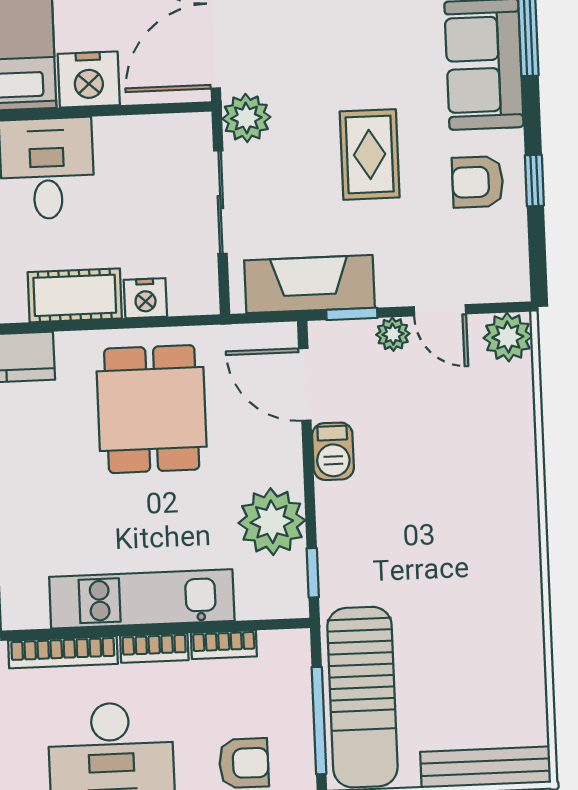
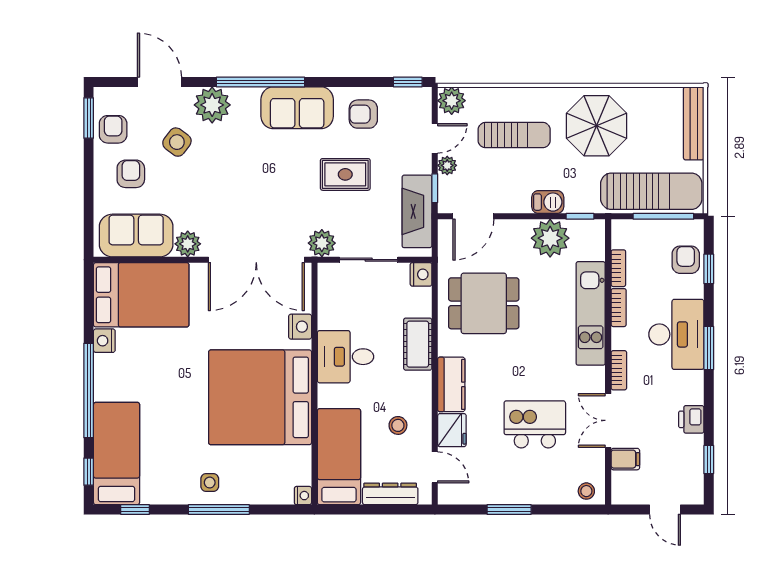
nightstand: (89, 80) -> (300, 327), width x0.74, depth x0.75
window: (534, 180) -> (408, 82), moved
armchair: (478, 182) -> (363, 114), turned 90
nightstand: (145, 298) -> (421, 274), moved
sun lounger: (452, 450) -> (514, 135), added
barbecue: (333, 451) -> (548, 202), moved
parasol: (474, 596) -> (597, 126), added
bookcase: (63, 652) -> (619, 370), width x0.64

